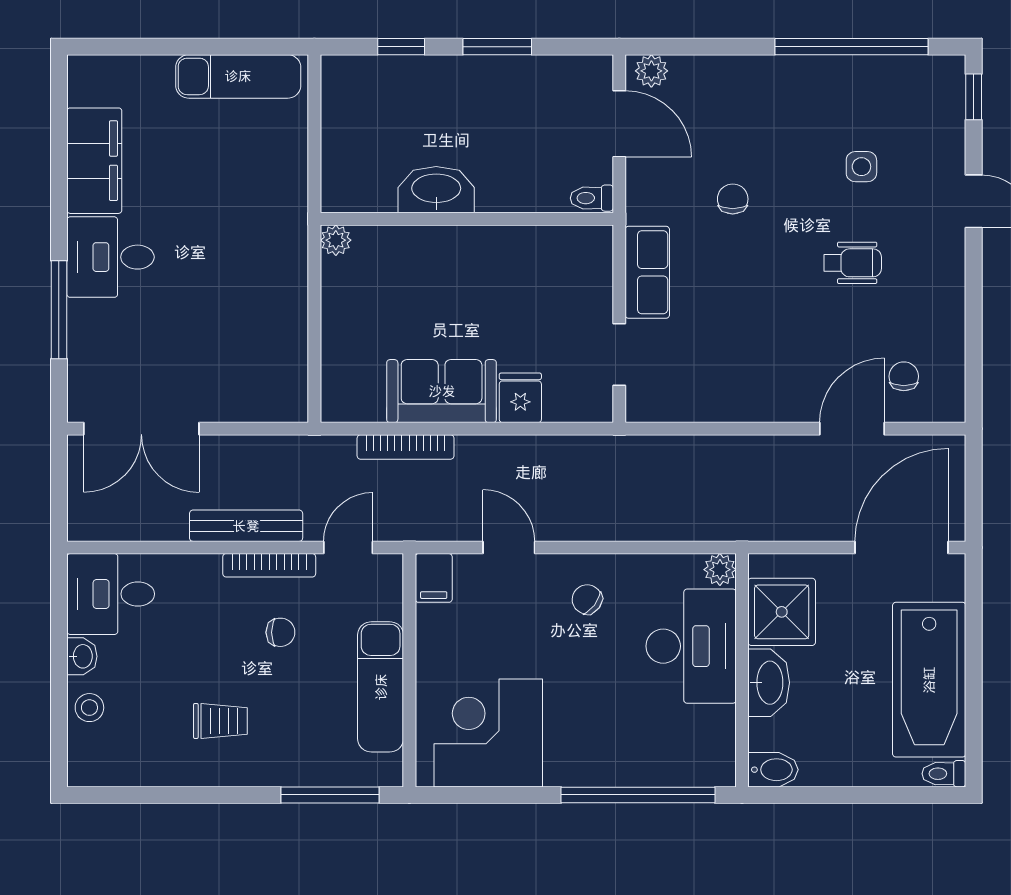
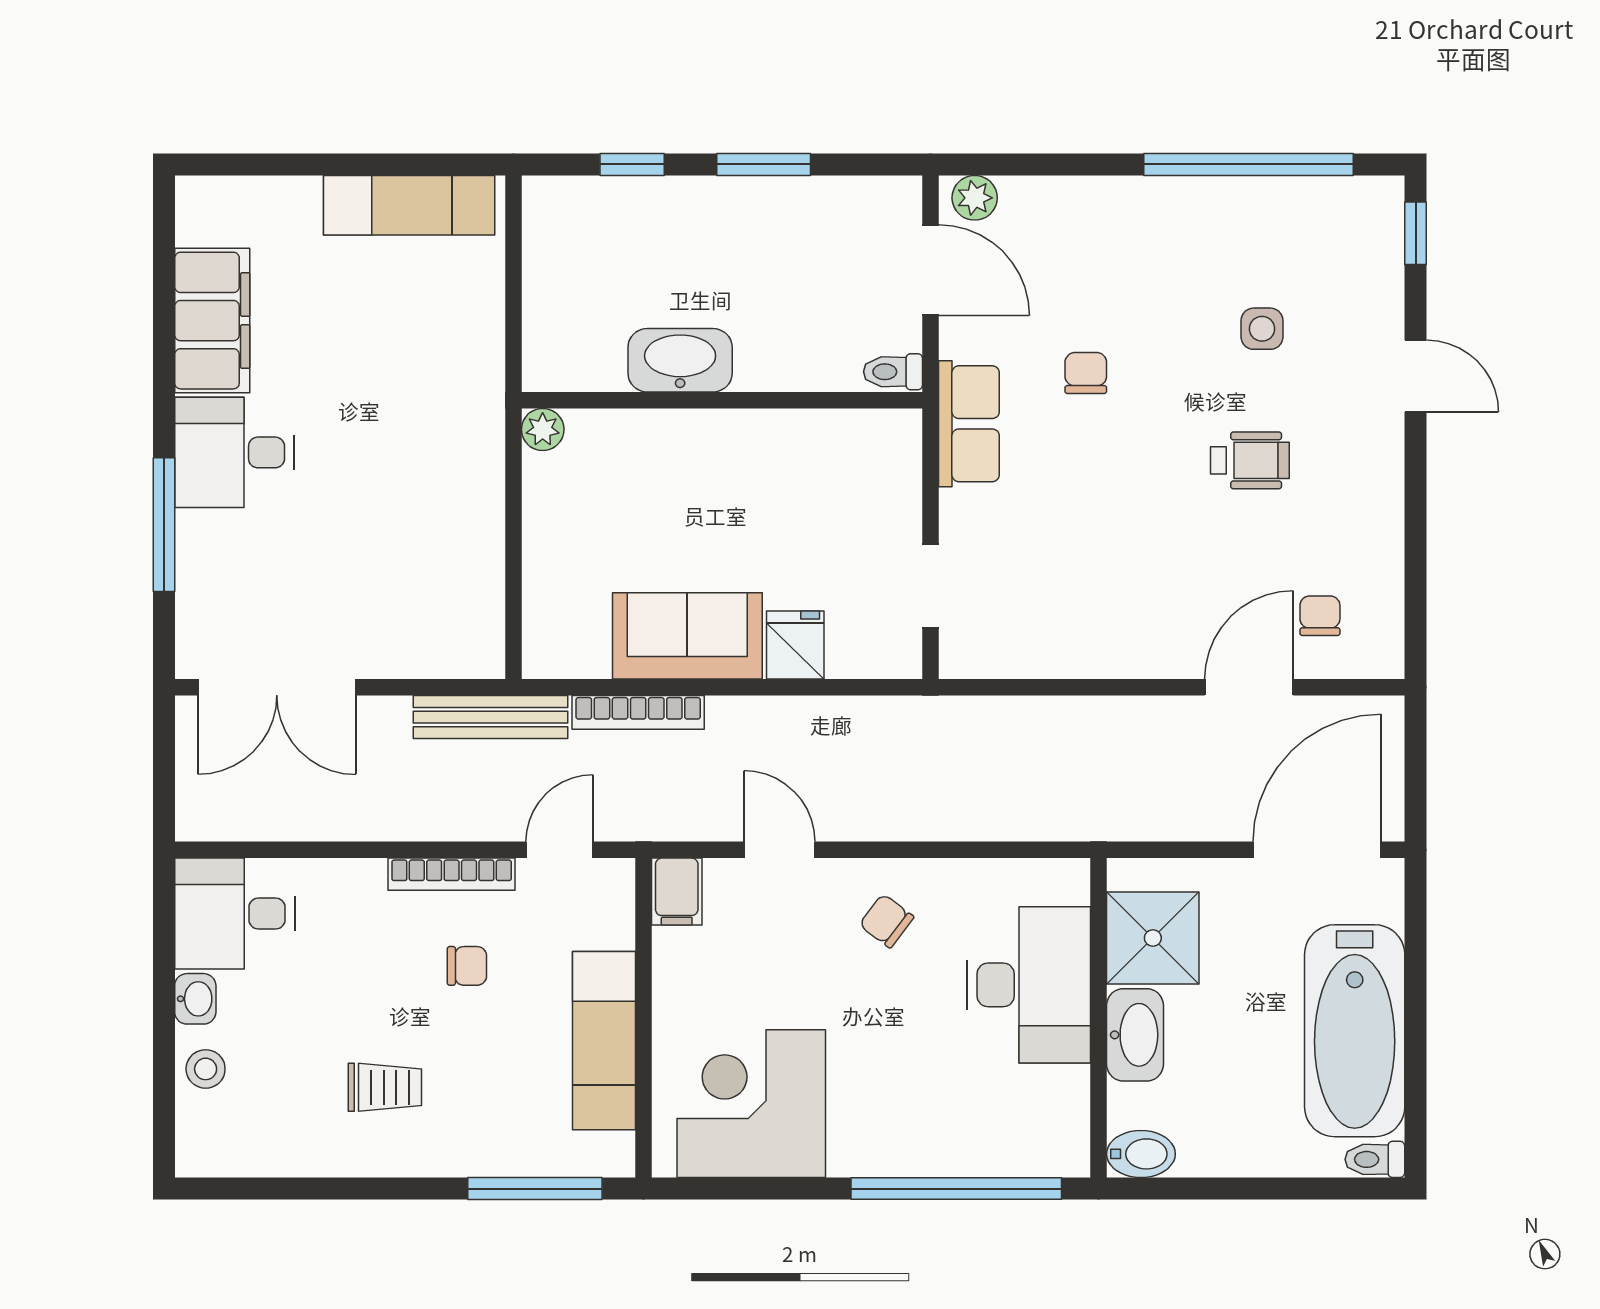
row of seats: (647, 272) -> (969, 424), moved
bench: (246, 526) -> (491, 717), moved
plant: (720, 570) -> (1068, 880), removed

